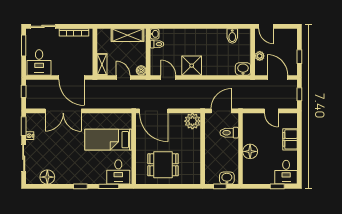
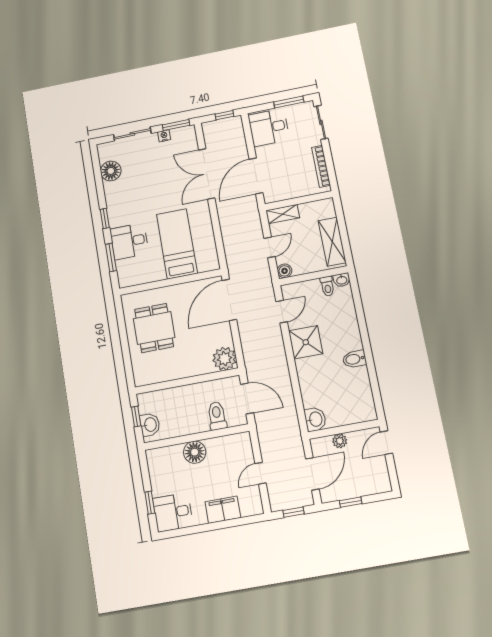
bidet: (232, 36) -> (354, 359), moved
desk: (118, 172) -> (129, 241), moved

